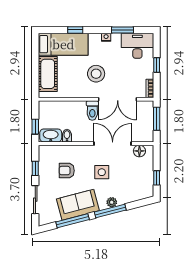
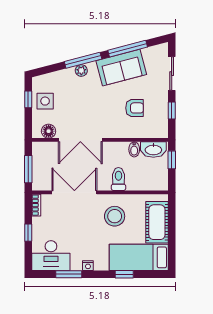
stool: (96, 74) -> (115, 216), moved
toilet: (92, 111) -> (118, 179), moved
side table: (102, 172) -> (45, 101), moved

